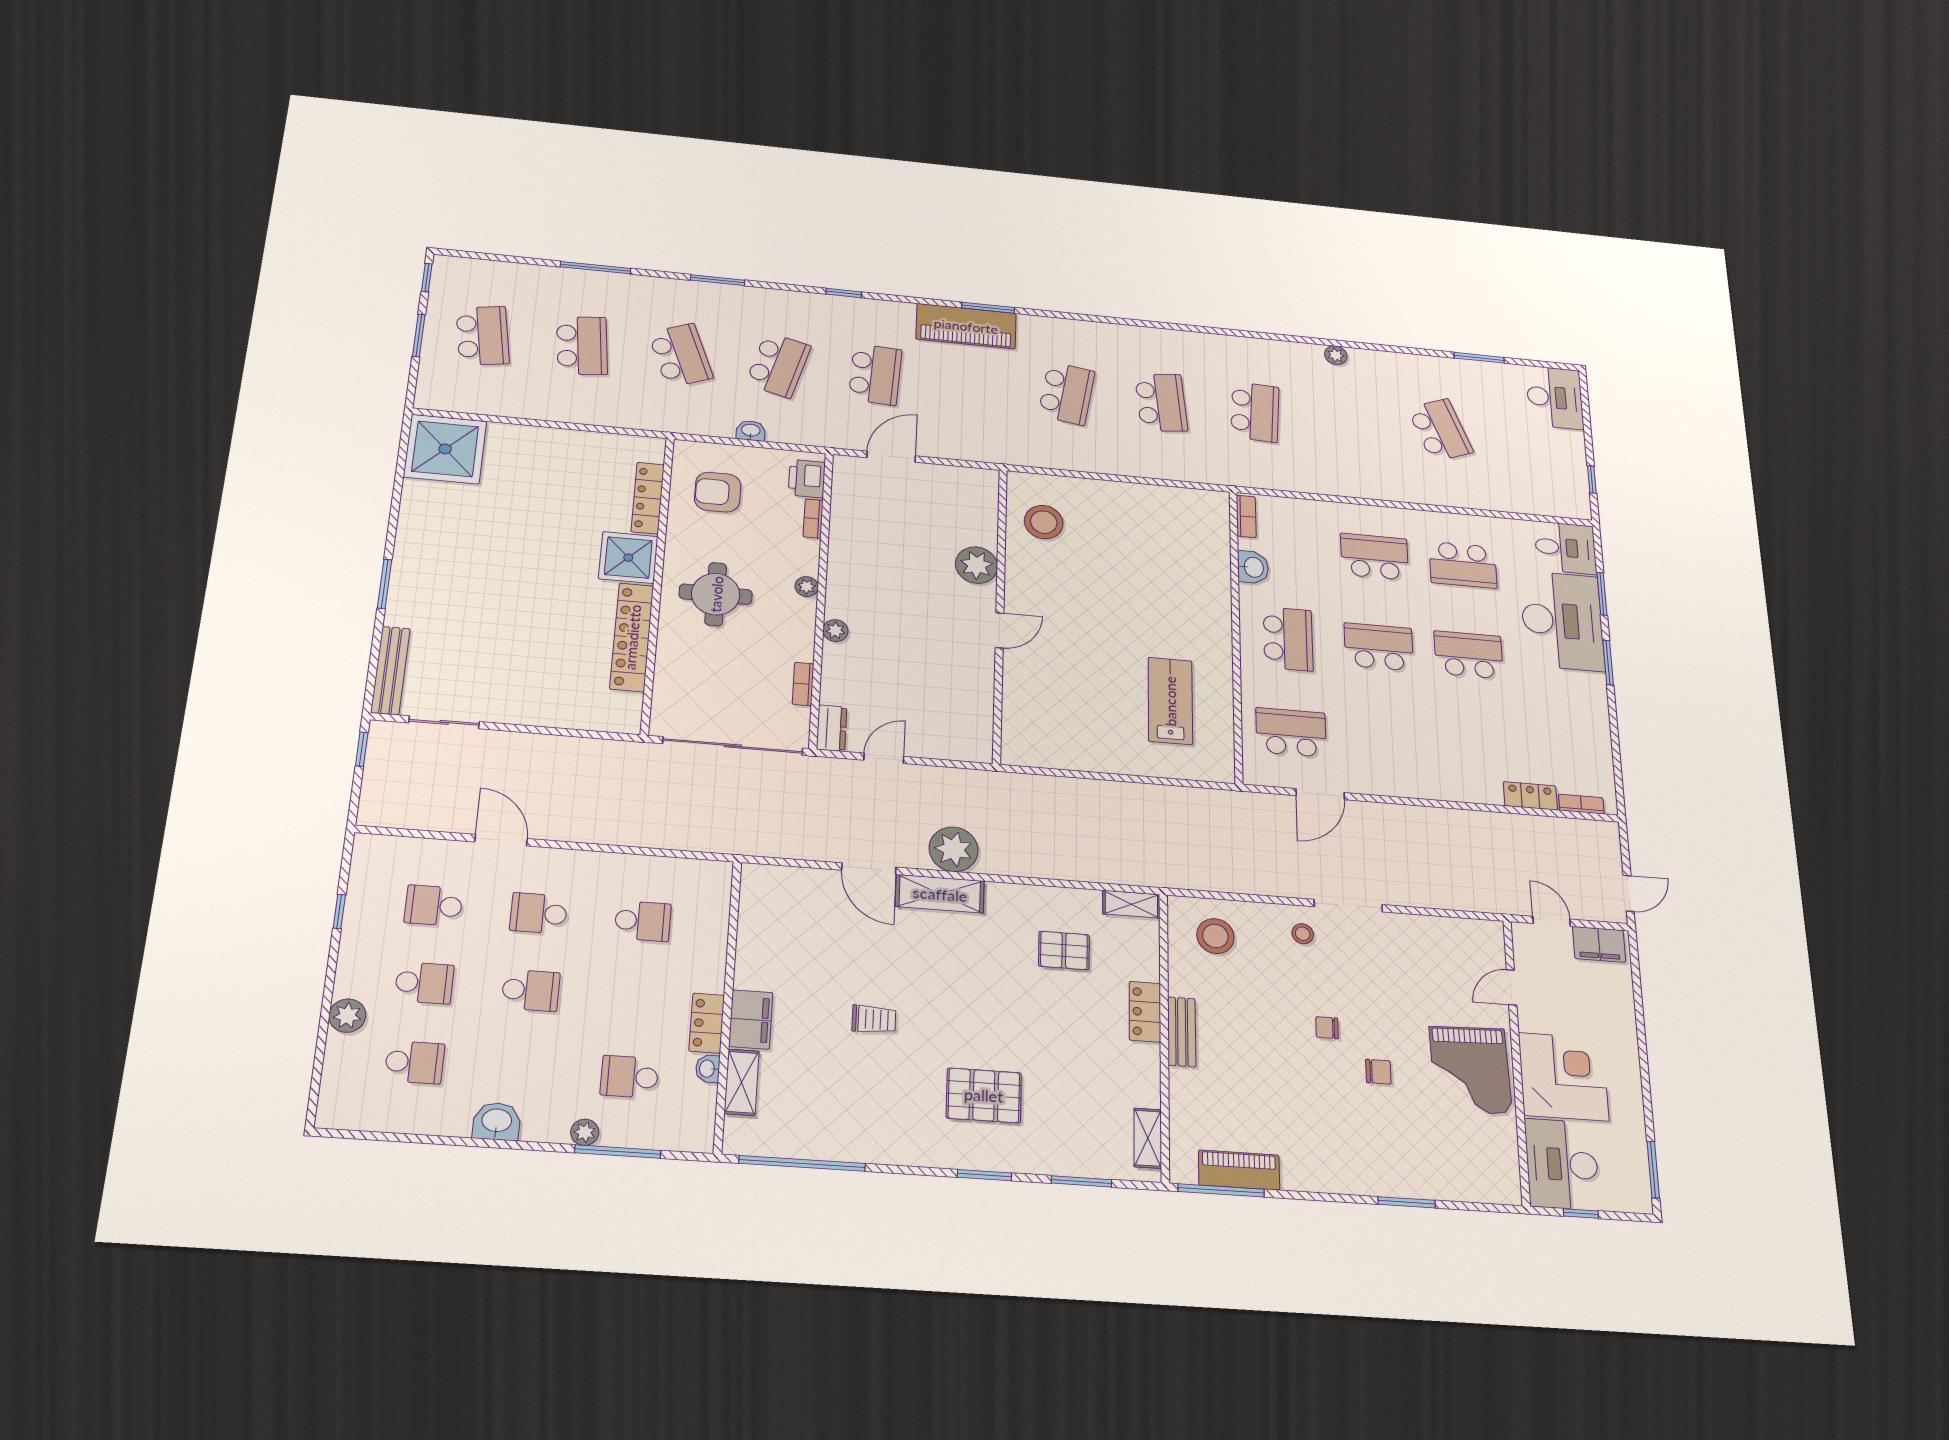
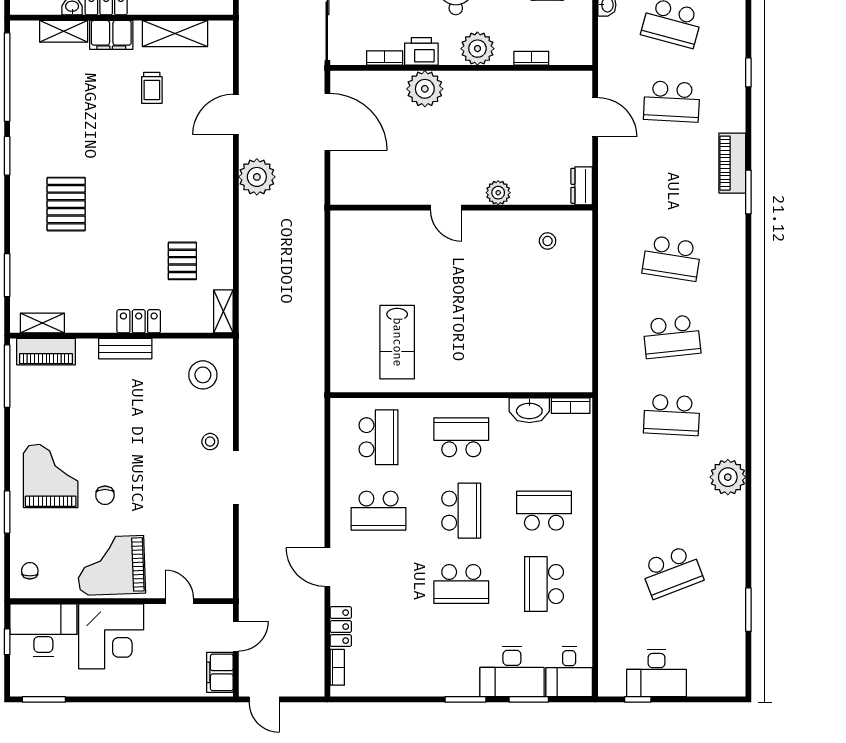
piano: (966, 326) -> (732, 163), width x0.73, depth x0.75
plant: (1336, 355) -> (728, 477), width x1.88, depth x1.88
desk: (1555, 398) -> (656, 673), moved
printer: (807, 479) -> (421, 51), moved
stool: (1044, 522) -> (548, 241), width x0.53, depth x0.53
school desk: (1374, 557) -> (544, 511), turned -90
plant: (977, 565) -> (498, 193), width x0.73, depth x0.73
washbasin: (1253, 567) -> (529, 410), width x1.38
plant: (807, 587) -> (477, 49), width x1.87, depth x1.87
desk: (1562, 621) -> (512, 671), width x0.73, depth x0.77
plant: (835, 631) -> (425, 89), width x1.88, depth x1.88
school desk: (1288, 639) -> (461, 437), turned 180
school desk: (1469, 655) -> (461, 584), turned 90
lab bench: (1170, 701) -> (397, 342), turned 90
dresser: (832, 728) -> (582, 186), moved, turned 90
school desk: (1383, 740) -> (379, 511), added
door: (884, 758) -> (327, 122), width x1.88
door: (1320, 794) -> (327, 567), moved
shelving: (940, 894) -> (175, 33), moved, turned 90
trolley: (874, 1019) -> (152, 88), moved
chair: (1327, 1028) -> (30, 571), moved
grand piano: (1356, 1141) -> (51, 476), added
piano: (1239, 1170) -> (46, 352), moved, turned 90
window: (984, 1175) -> (7, 156), moved

